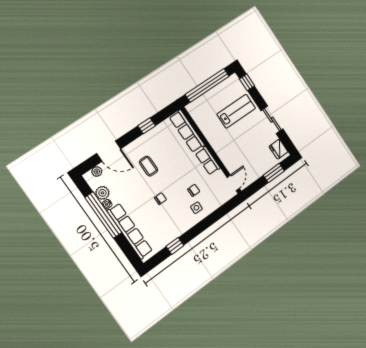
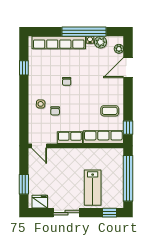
window: (147, 126) -> (128, 128), moved
coffee table: (148, 166) -> (110, 111), moved

